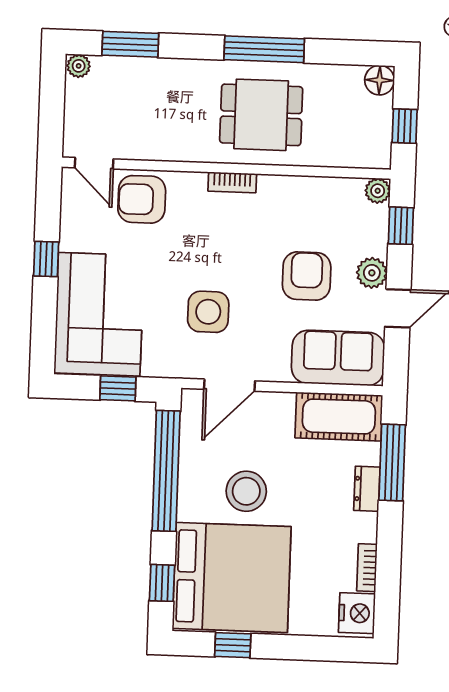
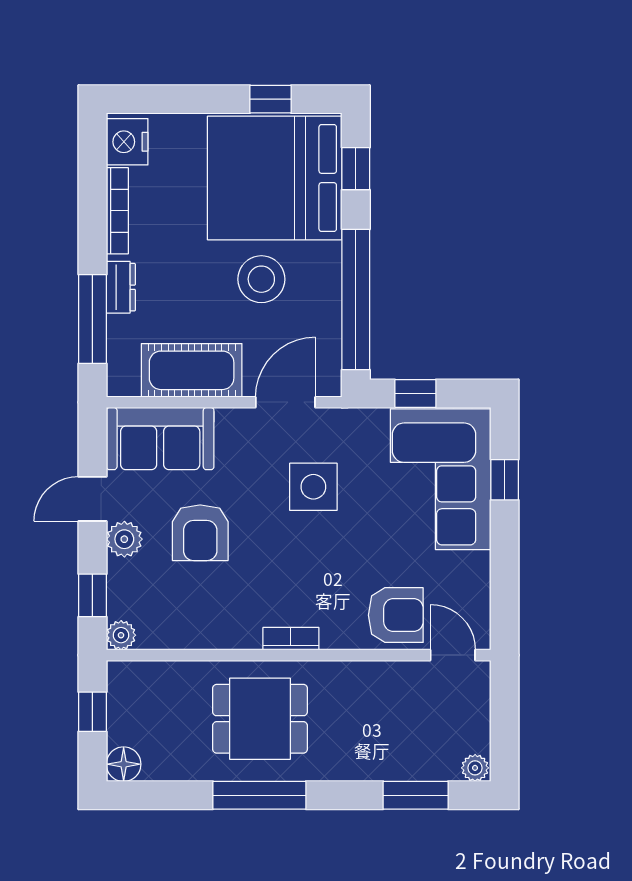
window: (46, 259) -> (505, 480), moved
cot: (339, 417) -> (192, 370), moved
bookcase: (367, 568) -> (117, 211), width x1.56

